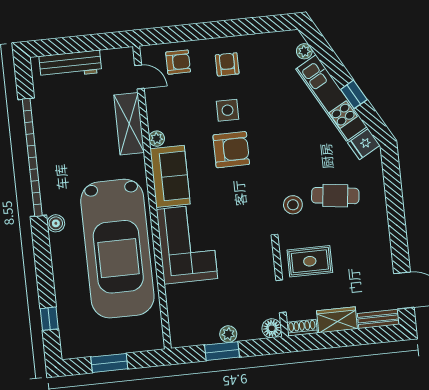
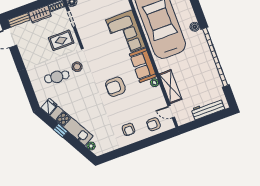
side table: (228, 110) -> (122, 106), removed

